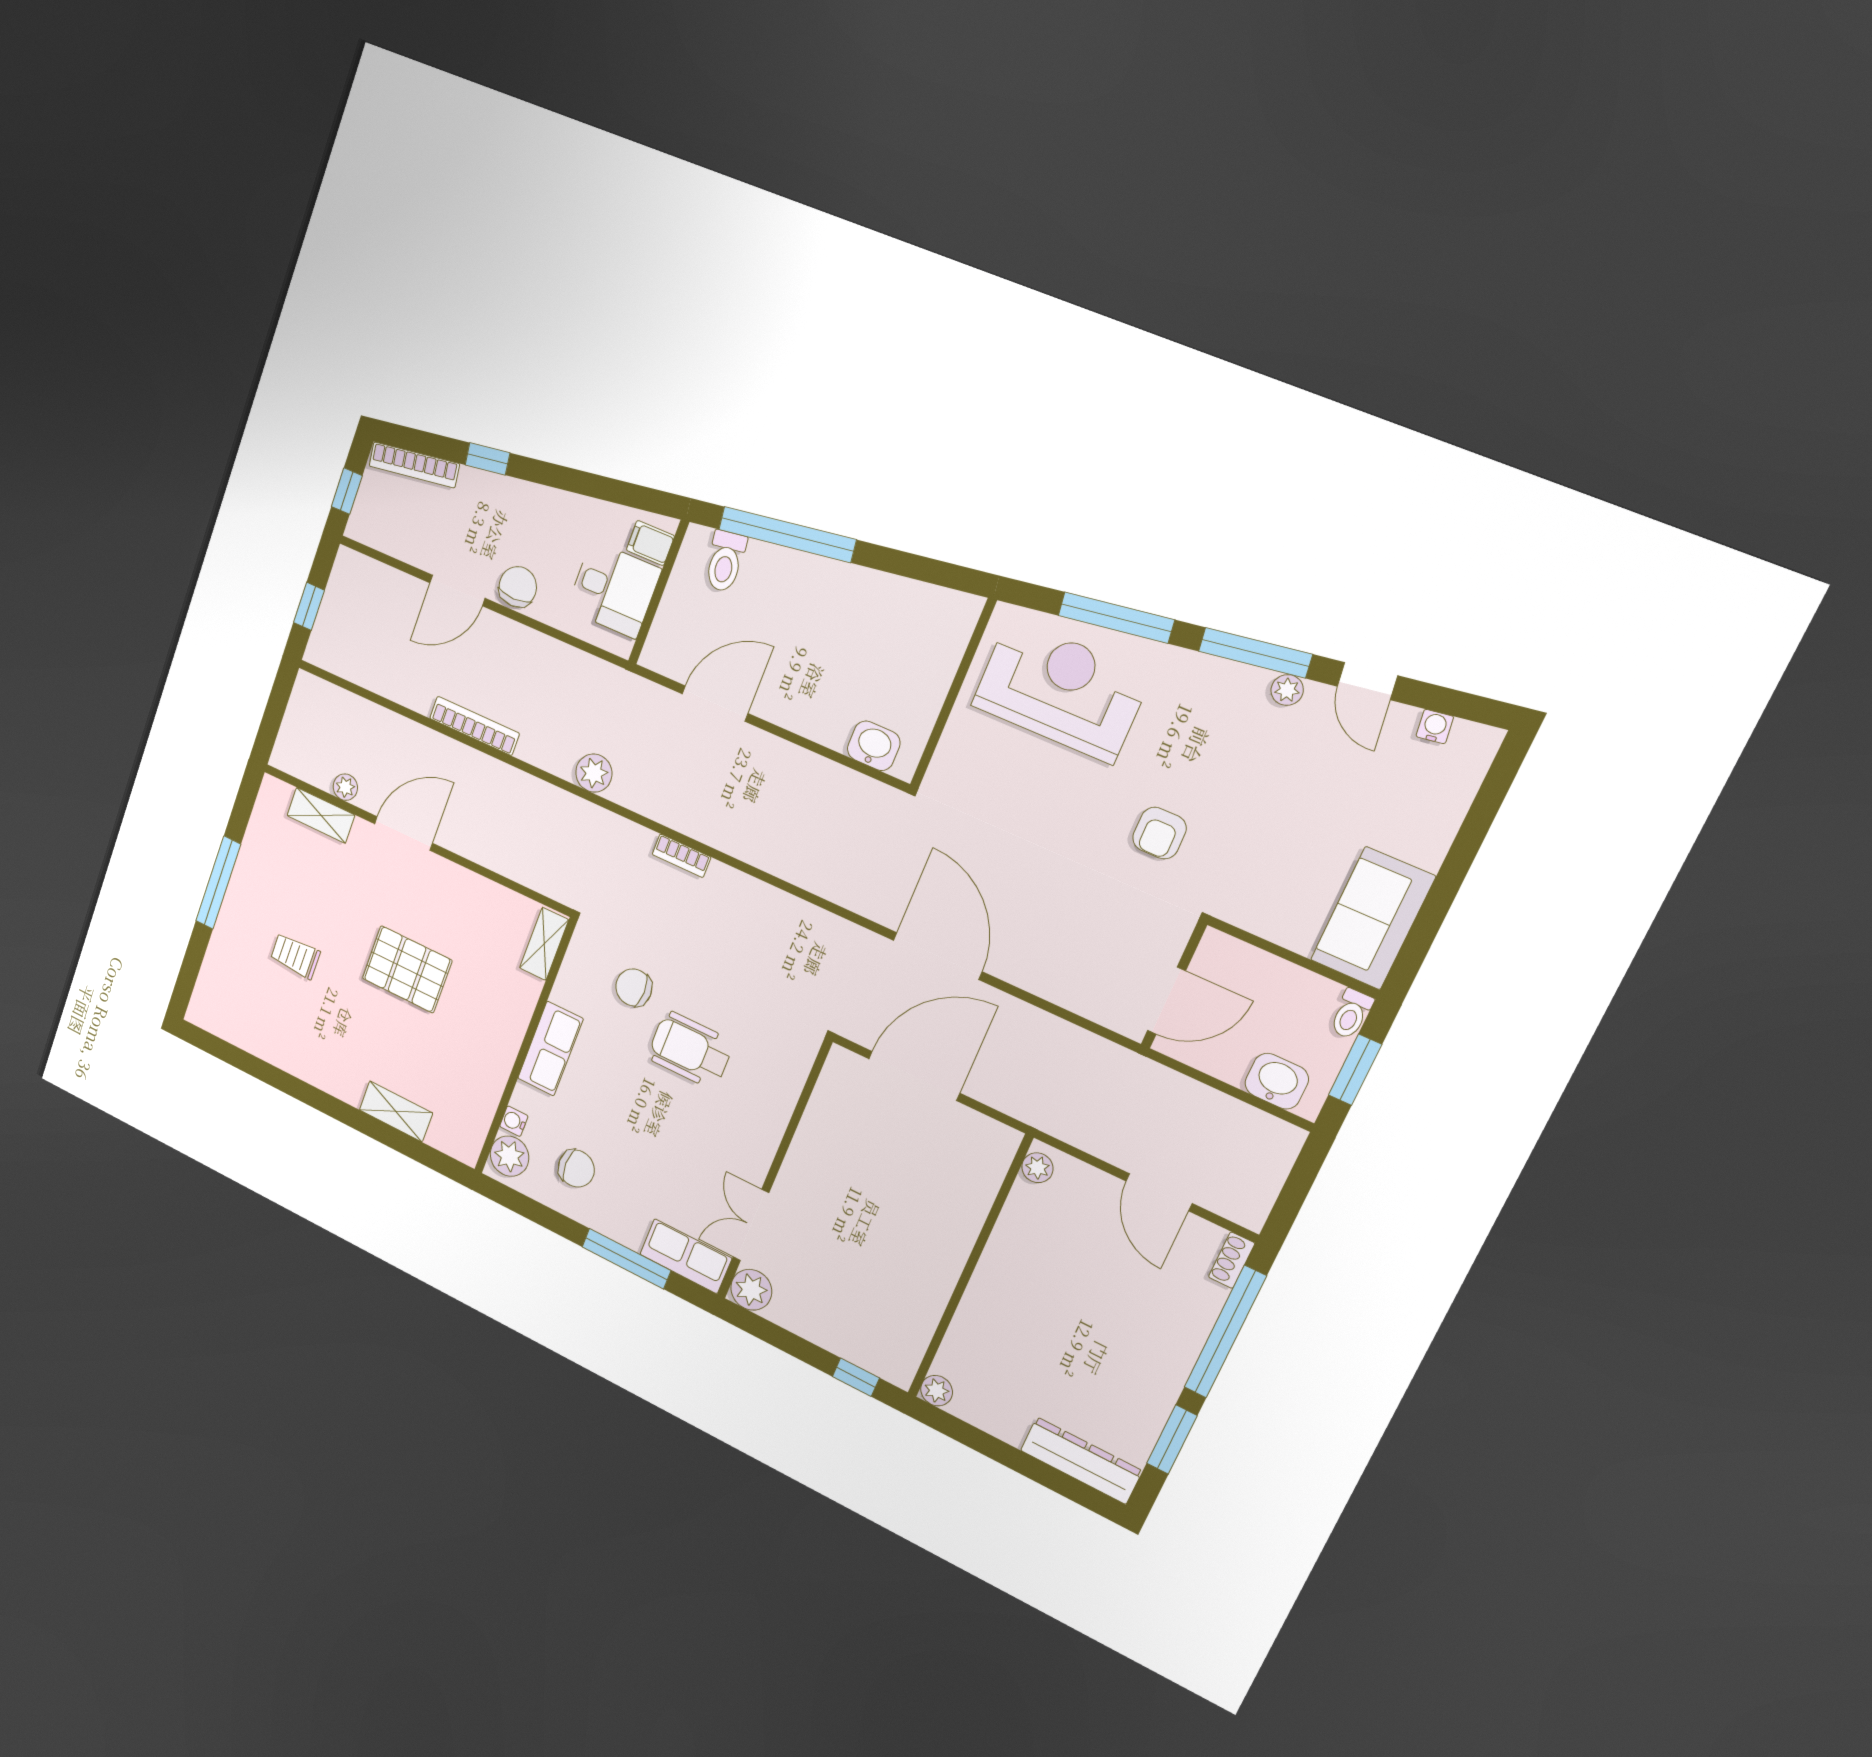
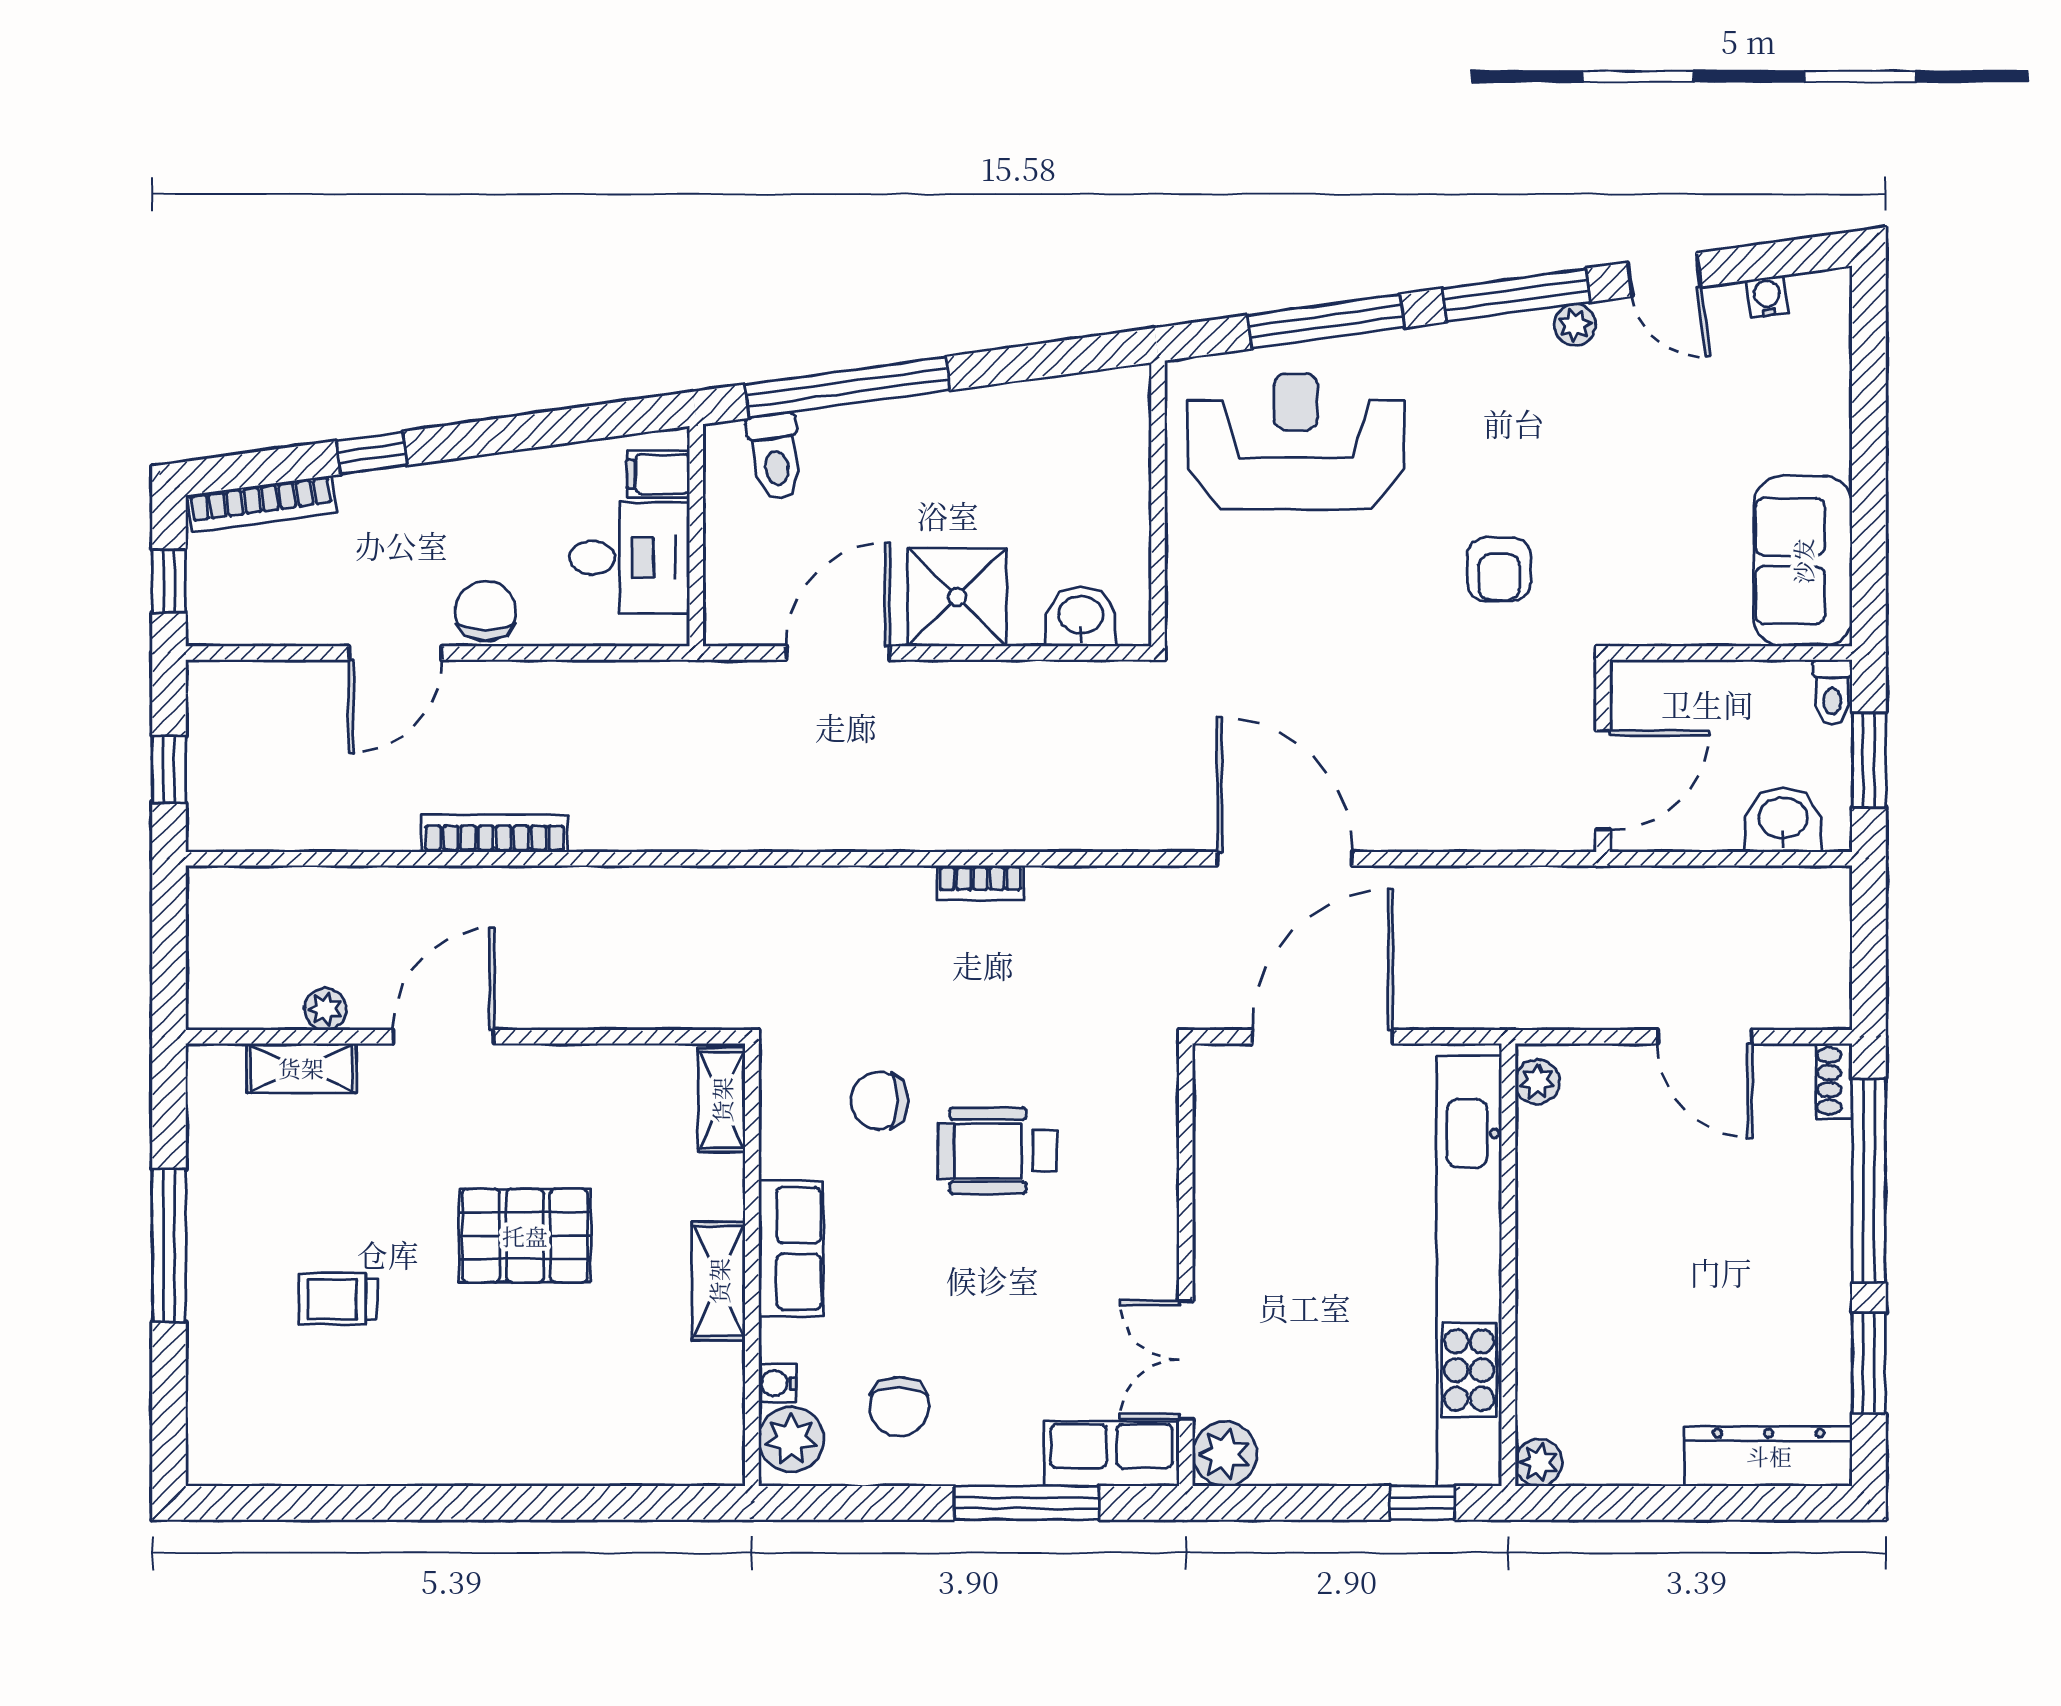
shower: (802, 700) -> (957, 597), added
plant: (594, 773) -> (701, 823), removed
bookcase: (682, 856) -> (980, 883), moved
shelving: (396, 1111) -> (719, 1281), moved, turned 90
chair: (576, 1169) -> (899, 1407), turned 90
kitchen unit: (944, 1259) -> (1469, 1271), added

